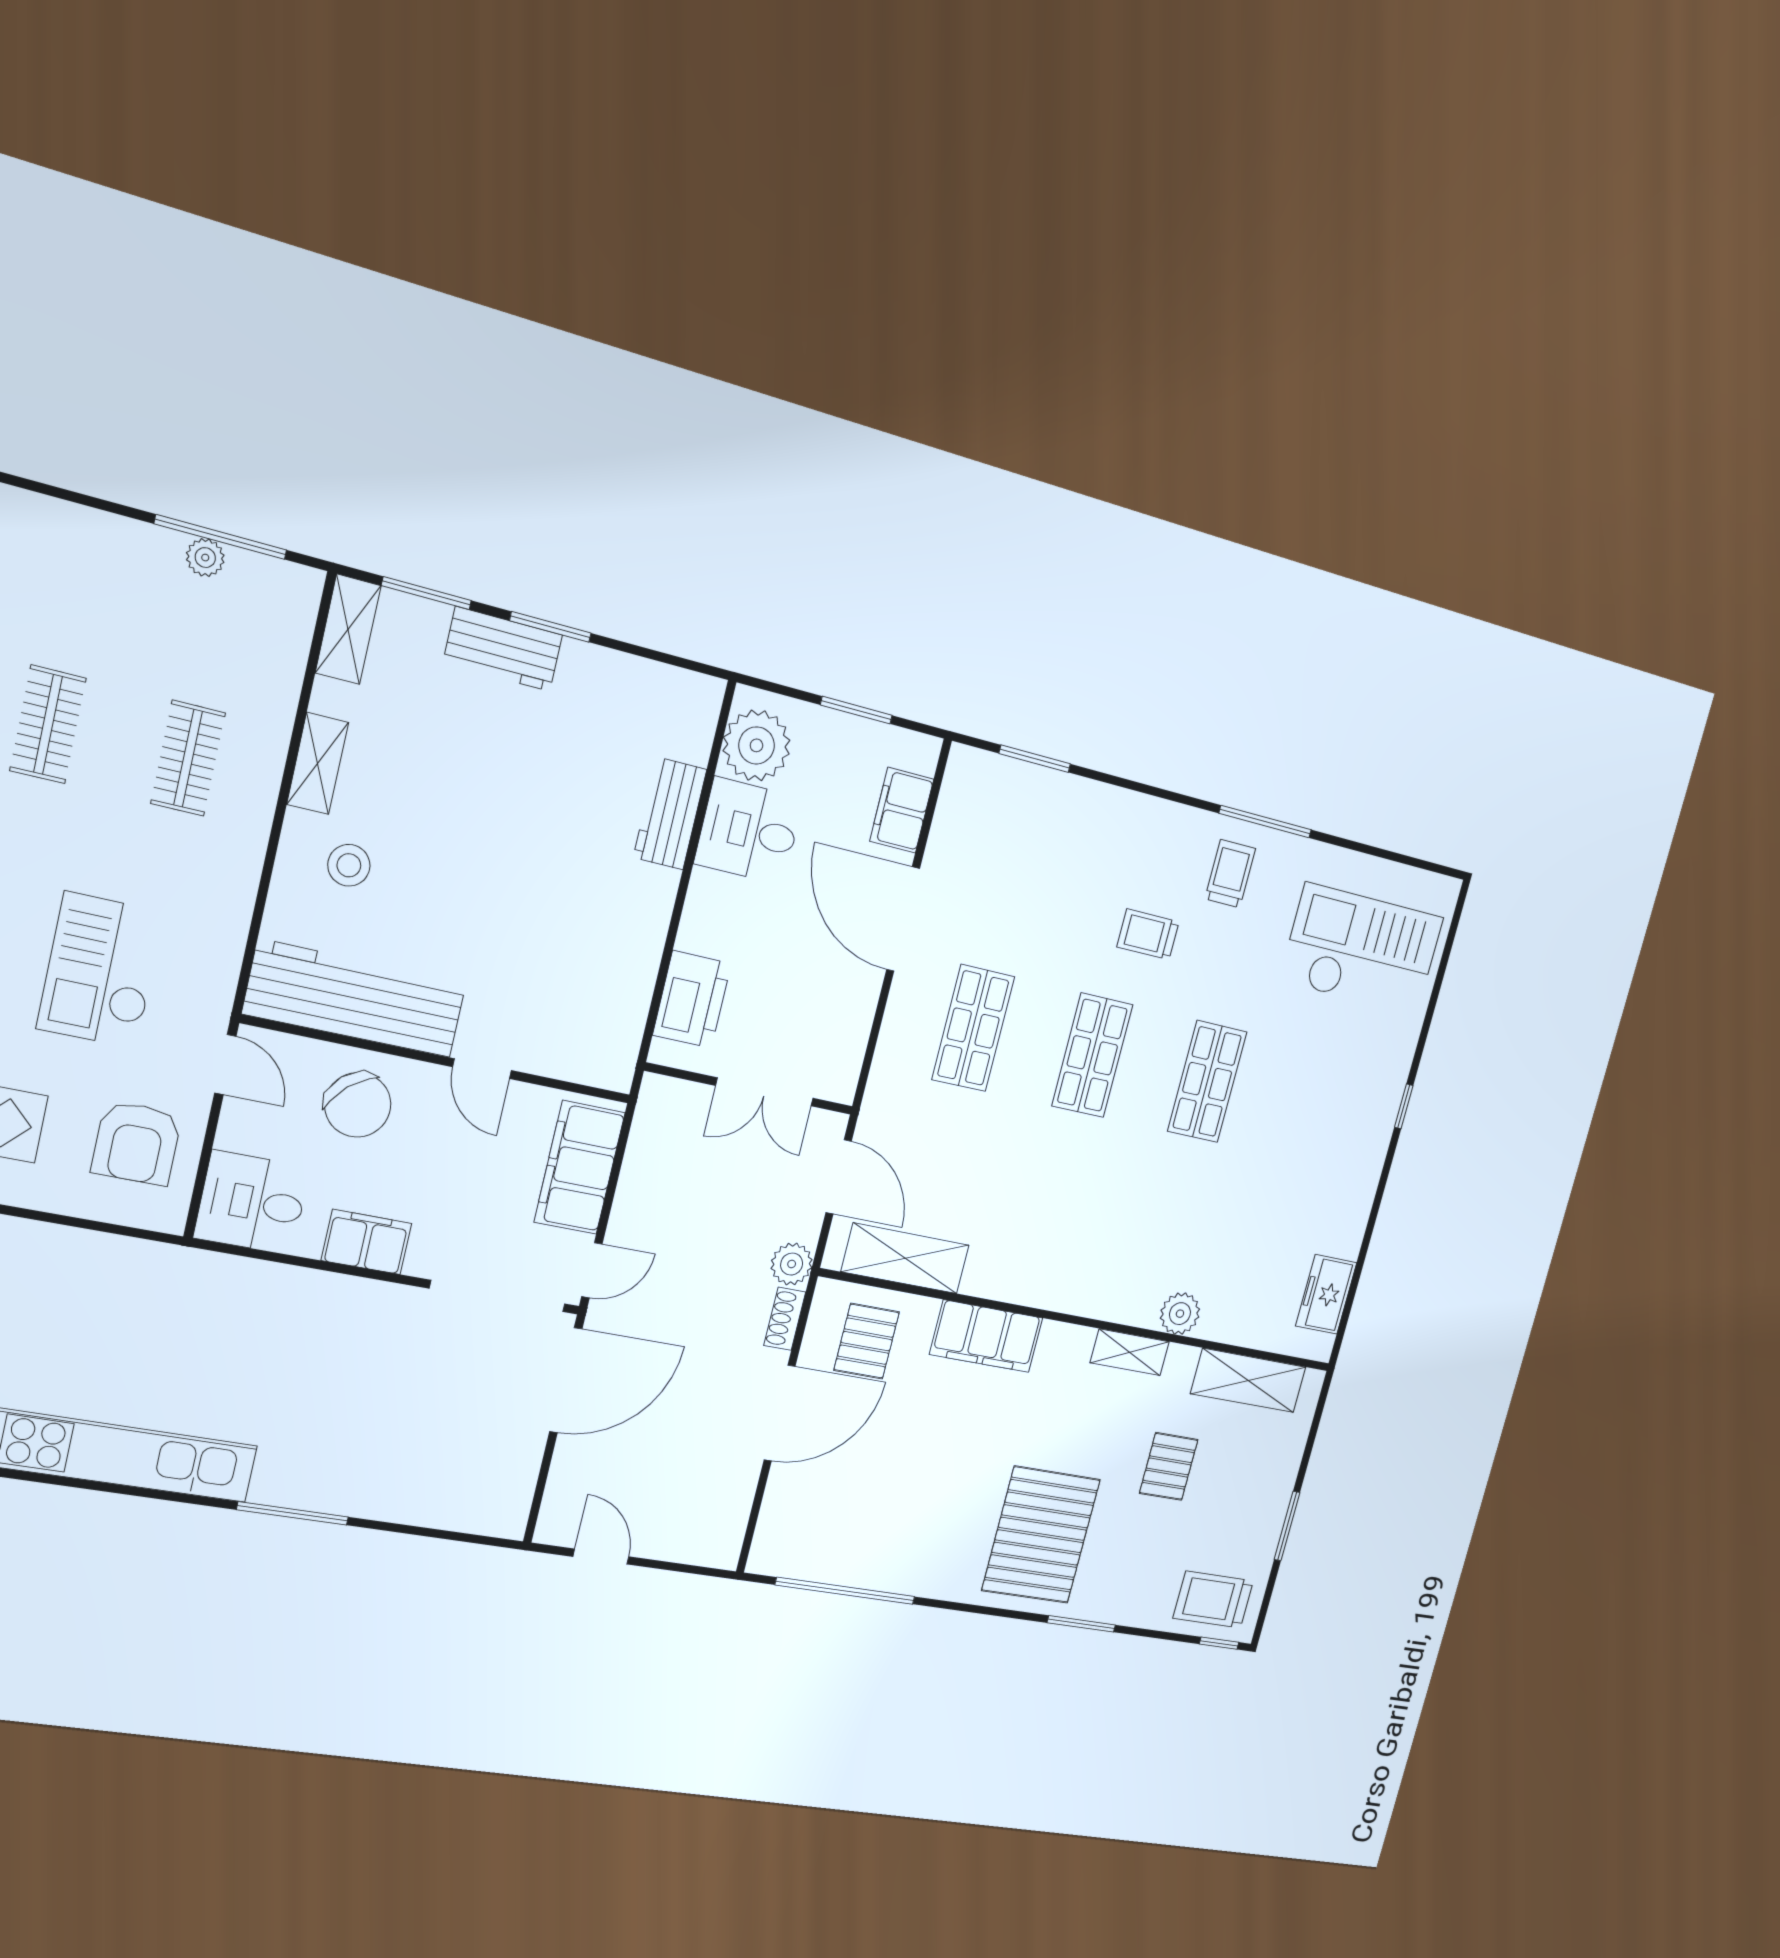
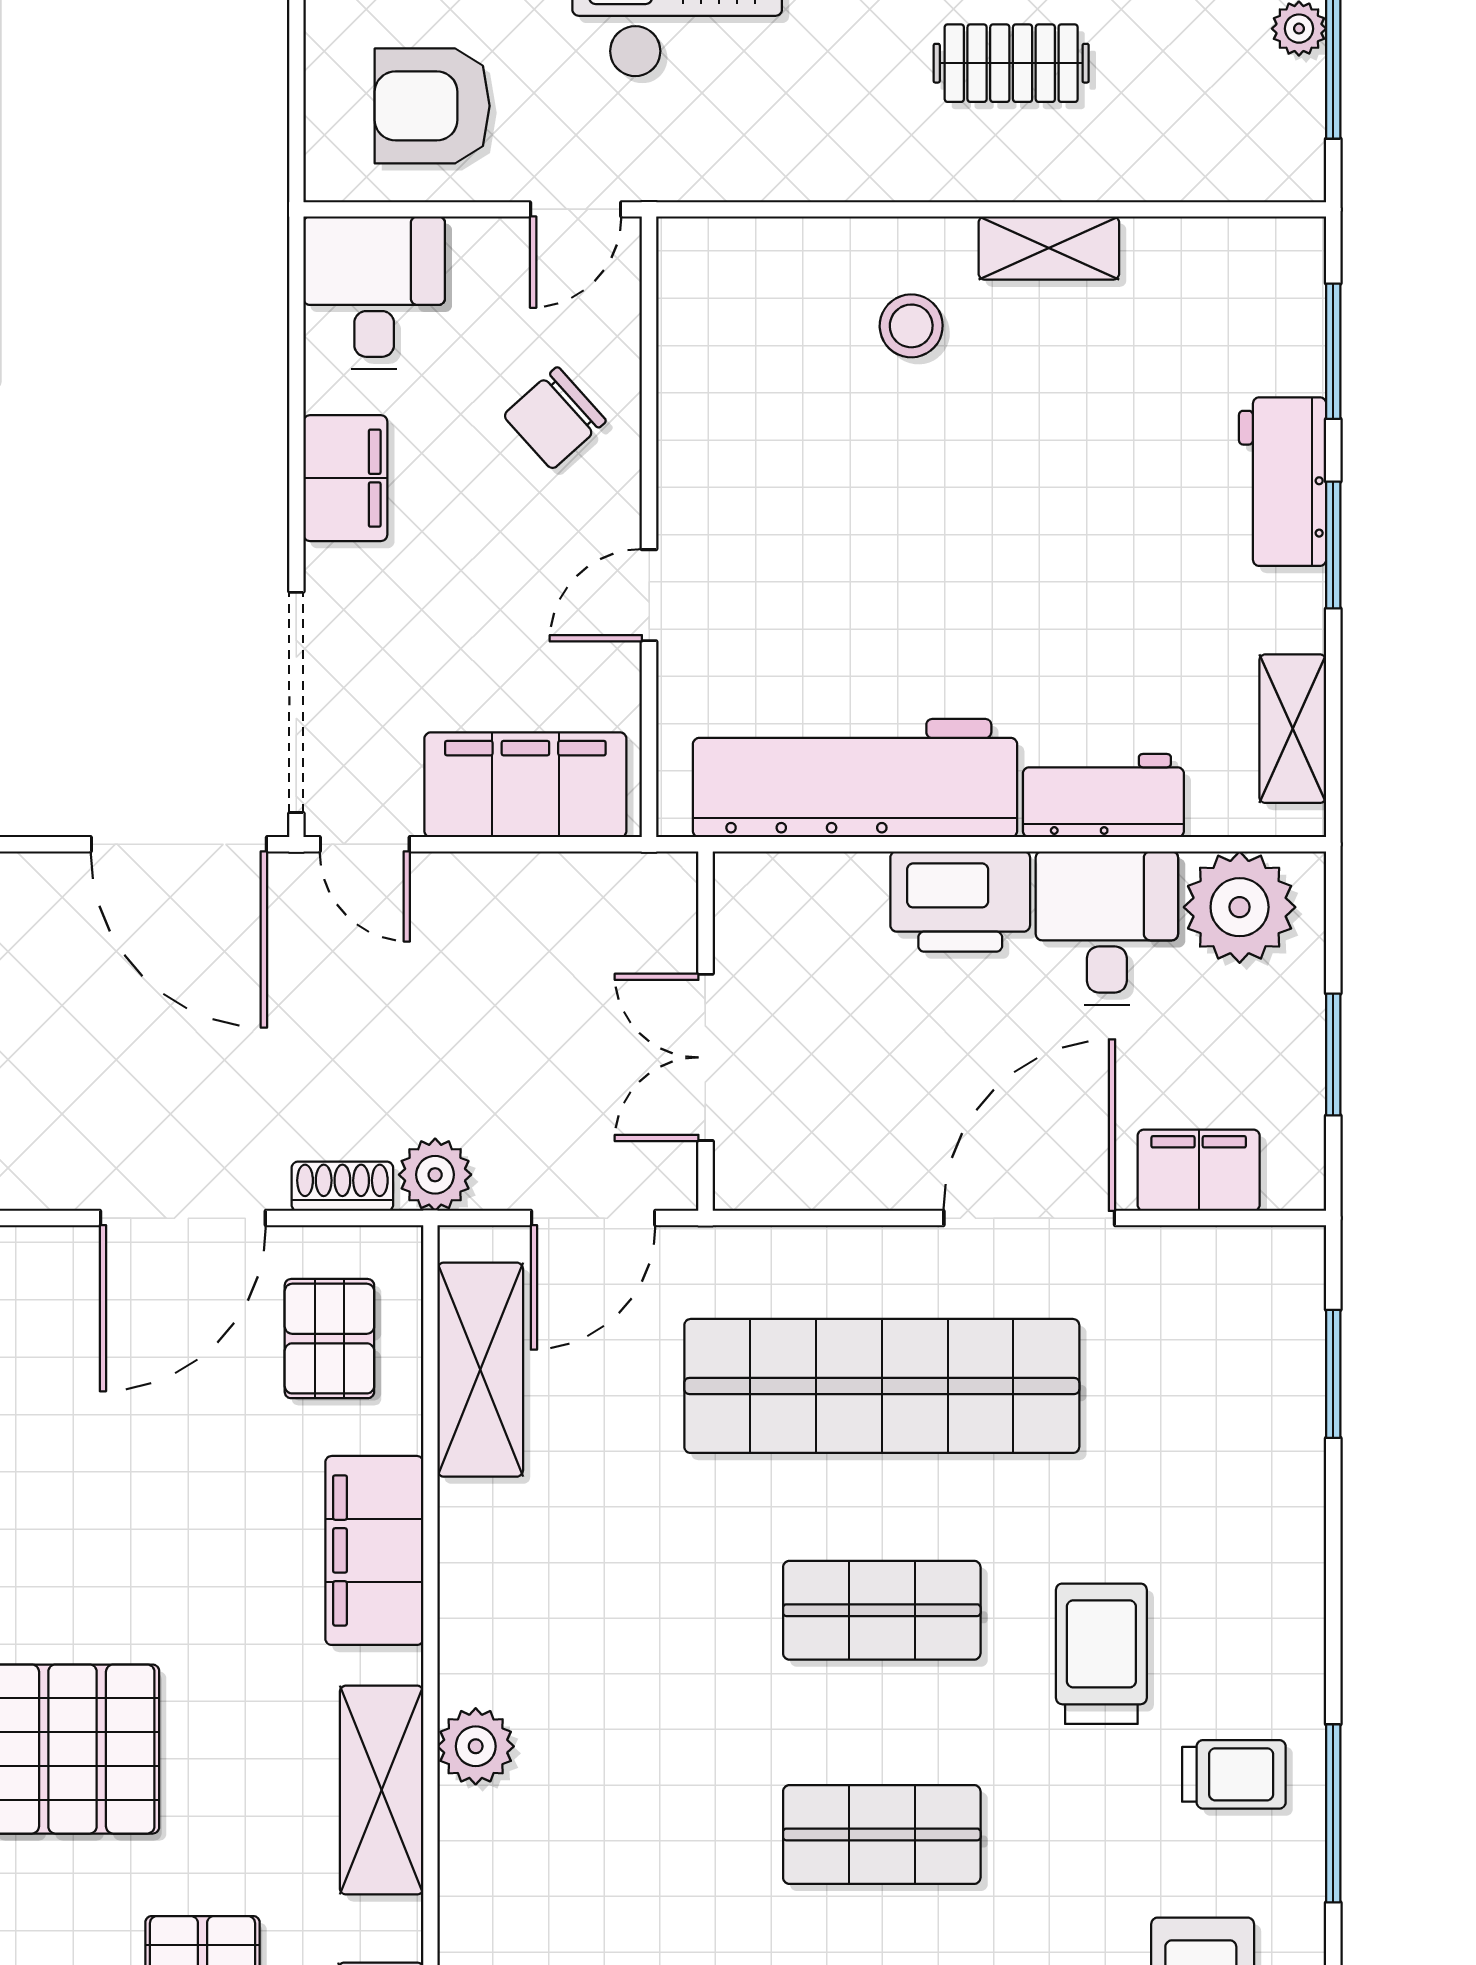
shelving: (348, 629) -> (1293, 729), moved, turned 90
trolley: (1148, 934) -> (1101, 1654), width x1.36, depth x1.39
workbench: (355, 998) -> (855, 778), moved, turned -90
printer: (692, 999) -> (960, 901), moved
shop shelf: (973, 1028) -> (882, 1386), width x2.00, depth x1.36
chair: (358, 1105) -> (555, 418), width x0.73, depth x0.73
plant: (1180, 1314) -> (476, 1746), moved
pallet: (867, 1341) -> (329, 1339), turned 90
shelving: (1130, 1352) -> (382, 1790), width x1.50, depth x1.33
door: (780, 1413) -> (183, 1218), hinge flipped

